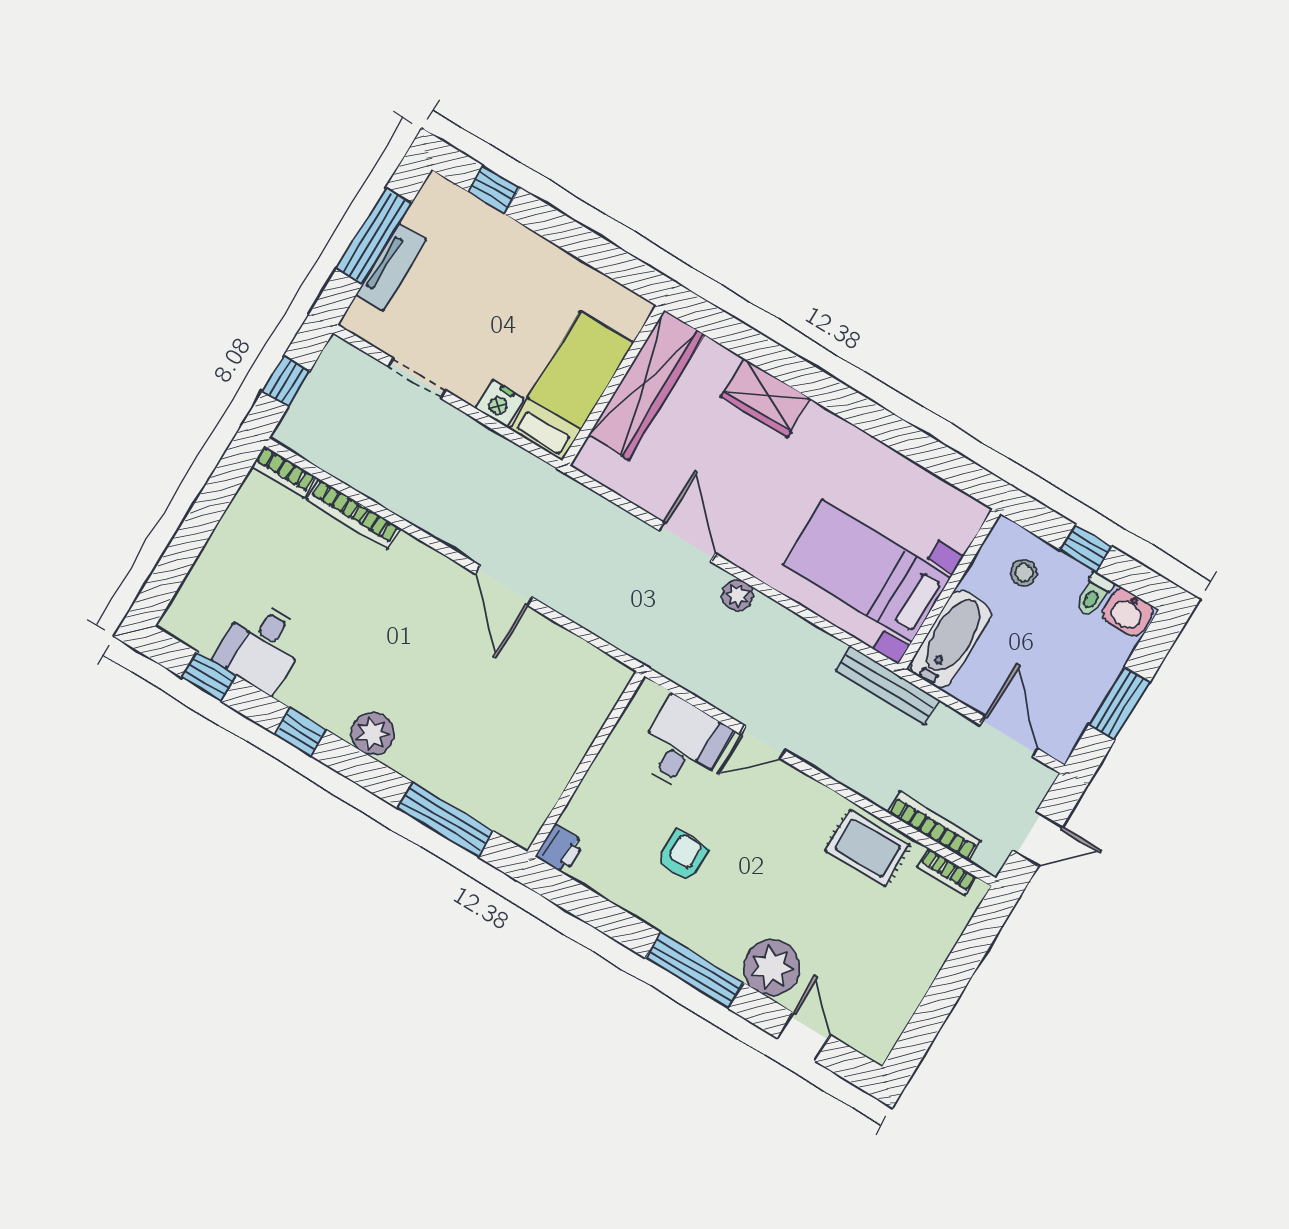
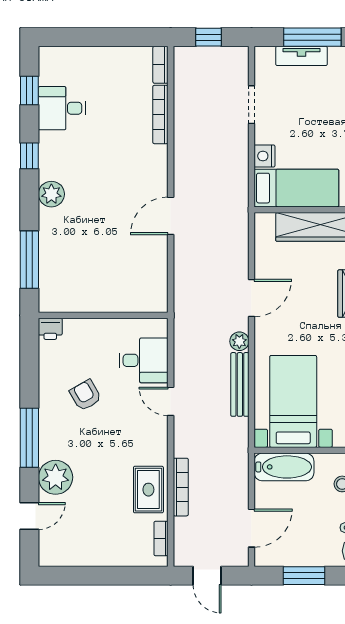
bench: (888, 686) -> (240, 384), moved
bookcase: (934, 827) -> (181, 487), moved
armchair: (682, 856) -> (86, 395), turned -120

